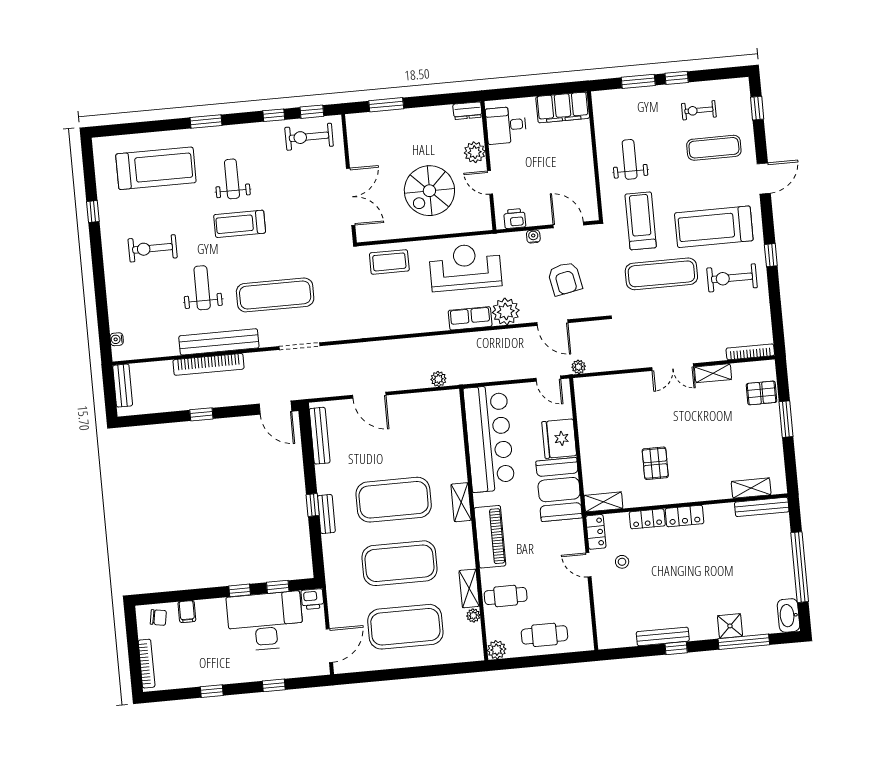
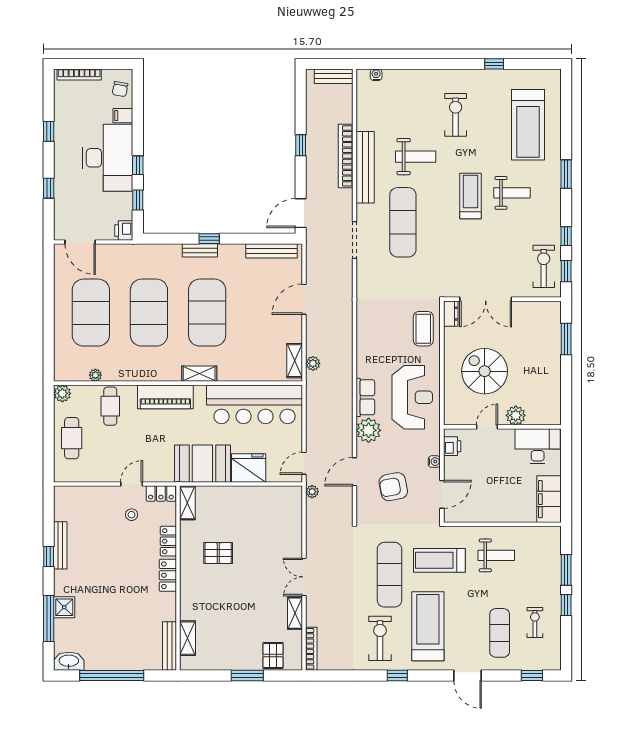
dresser: (467, 111) -> (451, 314), moved, turned 180
desk: (506, 125) -> (538, 446), width x1.37
treadmill: (641, 221) -> (439, 560), turned 180
shelving: (469, 588) -> (295, 361), moved, turned 90
desk: (265, 621) -> (107, 158), moved

